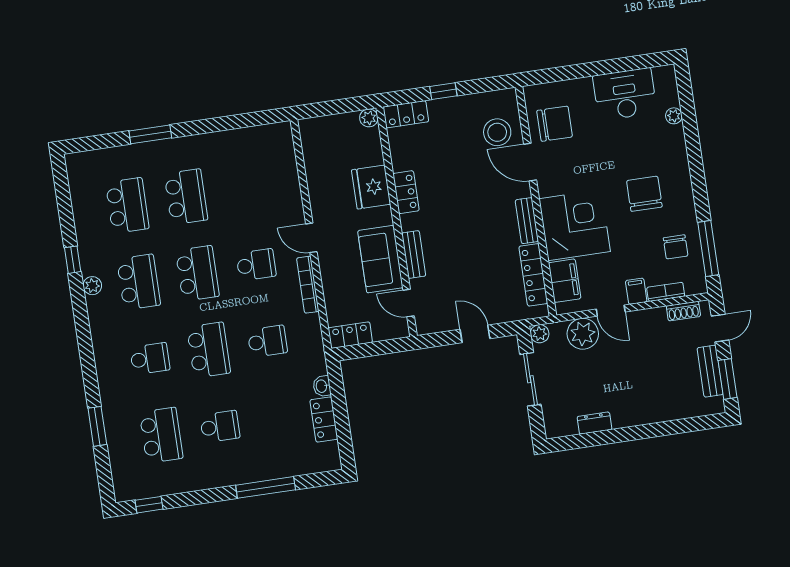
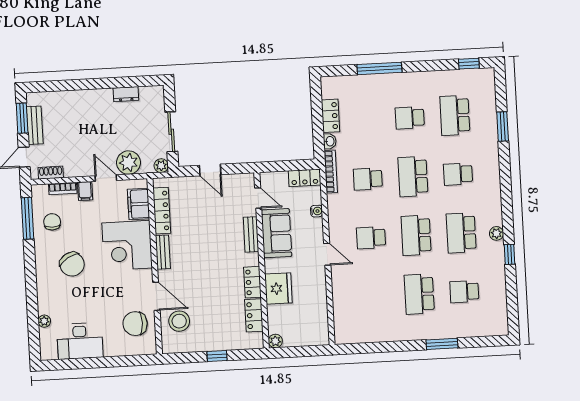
locker: (406, 114) -> (254, 315), moved, turned -90
chair: (644, 194) -> (72, 264), turned -31
school desk: (127, 206) -> (464, 292), width x0.54
bookcase: (308, 285) -> (331, 172), moved
water cooler: (331, 293) -> (317, 211), added

